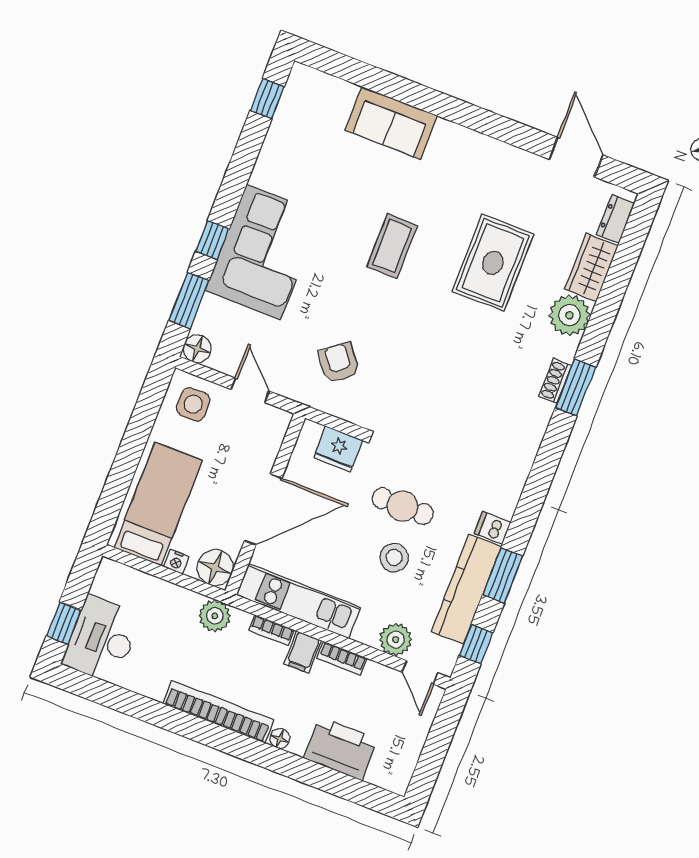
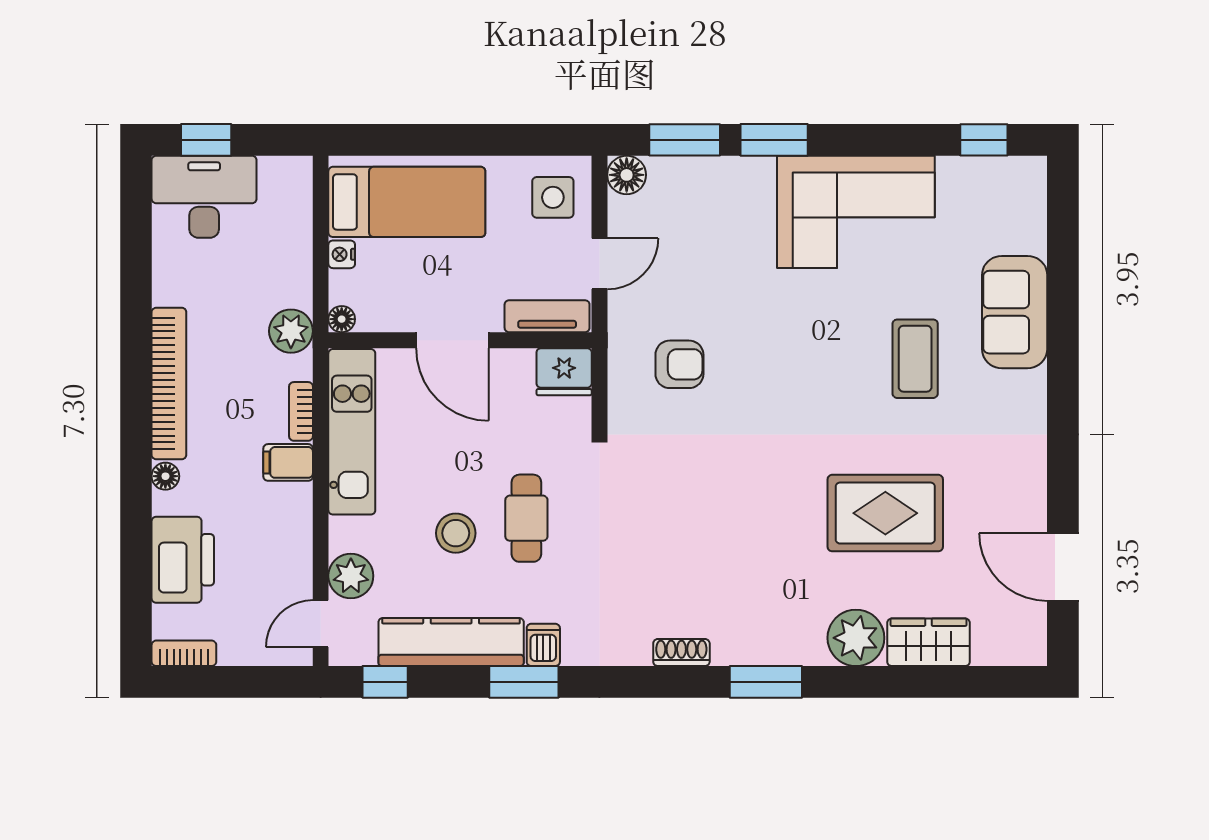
door: (576, 157) -> (1063, 567), swing flipped
dresser: (616, 219) -> (1003, 649), removed
window: (212, 240) -> (774, 140), width x1.50
coffee table: (392, 246) -> (915, 359), moved, turned 90
corner sofa: (263, 252) -> (856, 212), moved
armchair: (339, 363) -> (679, 364), turned 38
shoe rack: (555, 381) -> (681, 653), moved
tv unit: (272, 439) -> (547, 316), added
fridge: (338, 449) -> (564, 372), moved, turned -90
door: (263, 509) -> (452, 340), width x0.73
floor lamp: (215, 568) -> (342, 319), width x0.53, depth x0.53
window: (503, 575) -> (524, 682), moved
bookcase: (342, 658) -> (184, 653), moved, turned 90

